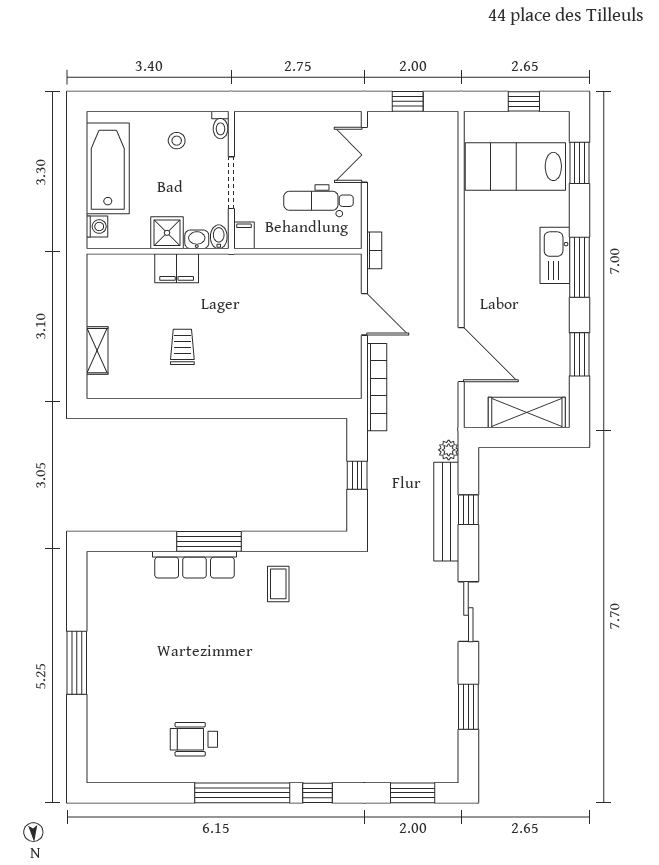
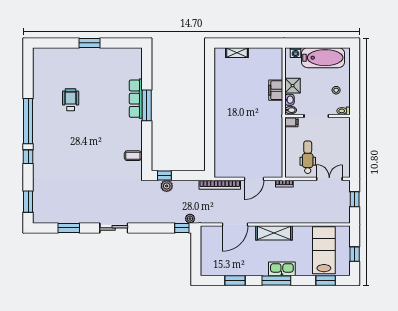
trolley: (182, 347) -> (239, 93), removed
shelving: (527, 412) -> (274, 233), moved, turned 90
window: (357, 475) -> (164, 175), moved
plant: (379, 499) -> (167, 186), added
window: (468, 510) -> (182, 228), moved
bench: (446, 512) -> (161, 218), removed
coffee table: (278, 584) -> (133, 156), moved
window: (77, 663) -> (89, 43), width x0.69
wheelchair: (194, 739) -> (71, 100), moved

